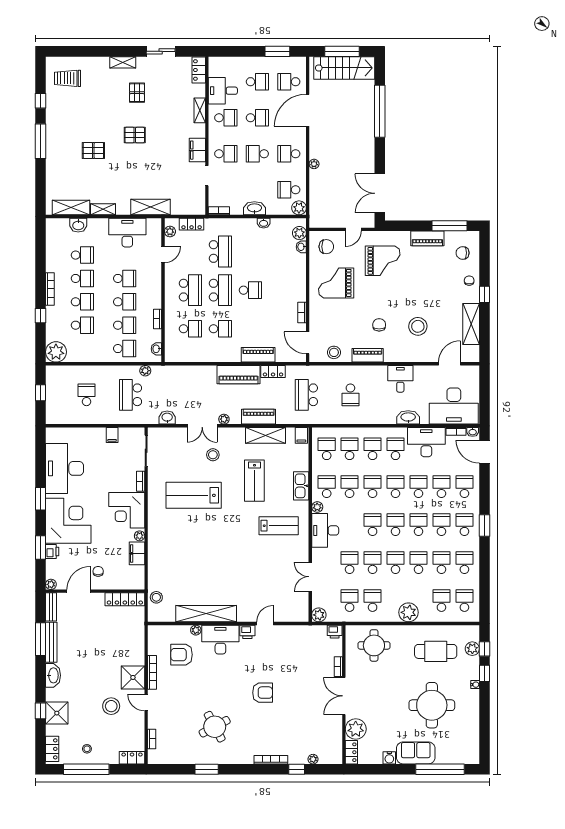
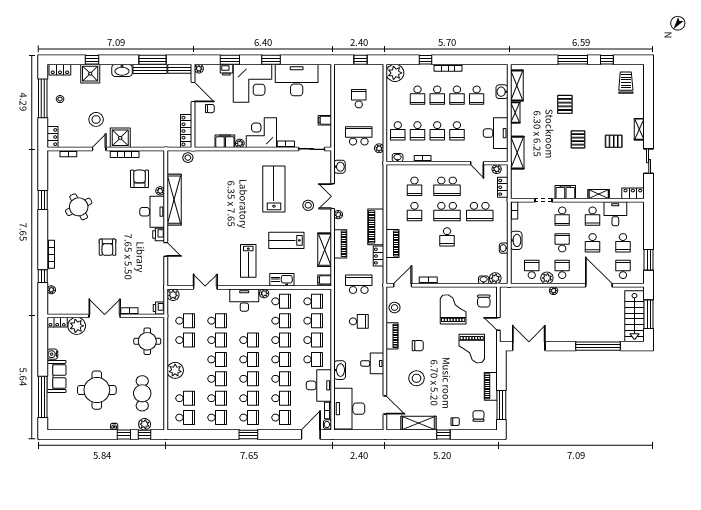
plant: (299, 208) -> (547, 278), moved
school desk: (87, 395) -> (359, 99), turned -90
school desk: (350, 395) -> (359, 321), turned 180

